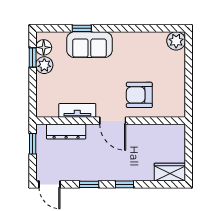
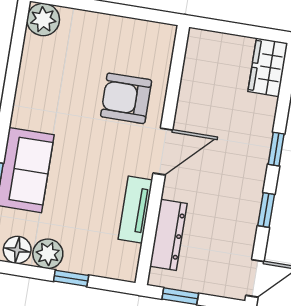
window: (33, 58) -> (71, 278), moved
armchair: (139, 95) -> (126, 98), turned 90

